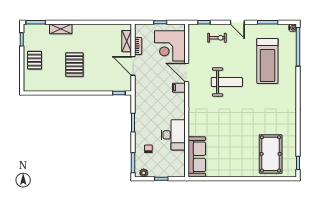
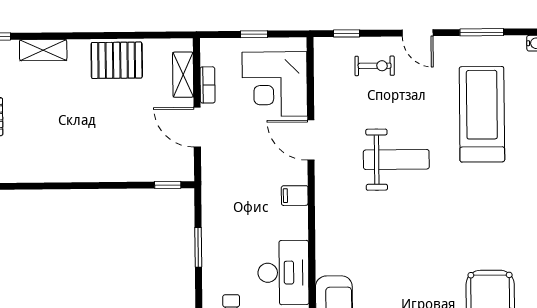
treadmill: (267, 61) -> (482, 114), turned 180
pallet: (74, 65) -> (117, 60), moved, turned 90
filing cabinet: (179, 88) -> (295, 196), moved

